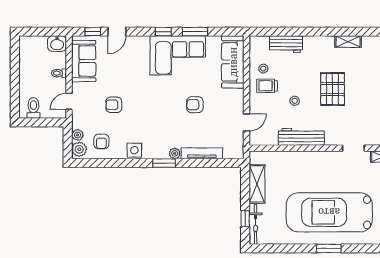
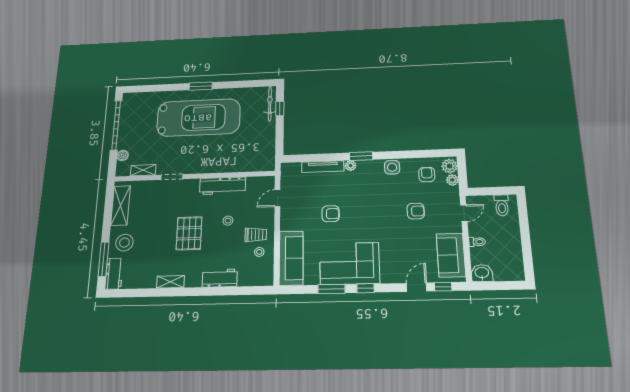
workbench: (286, 44) -> (220, 278), moved
shelving: (257, 184) -> (268, 140), removed

